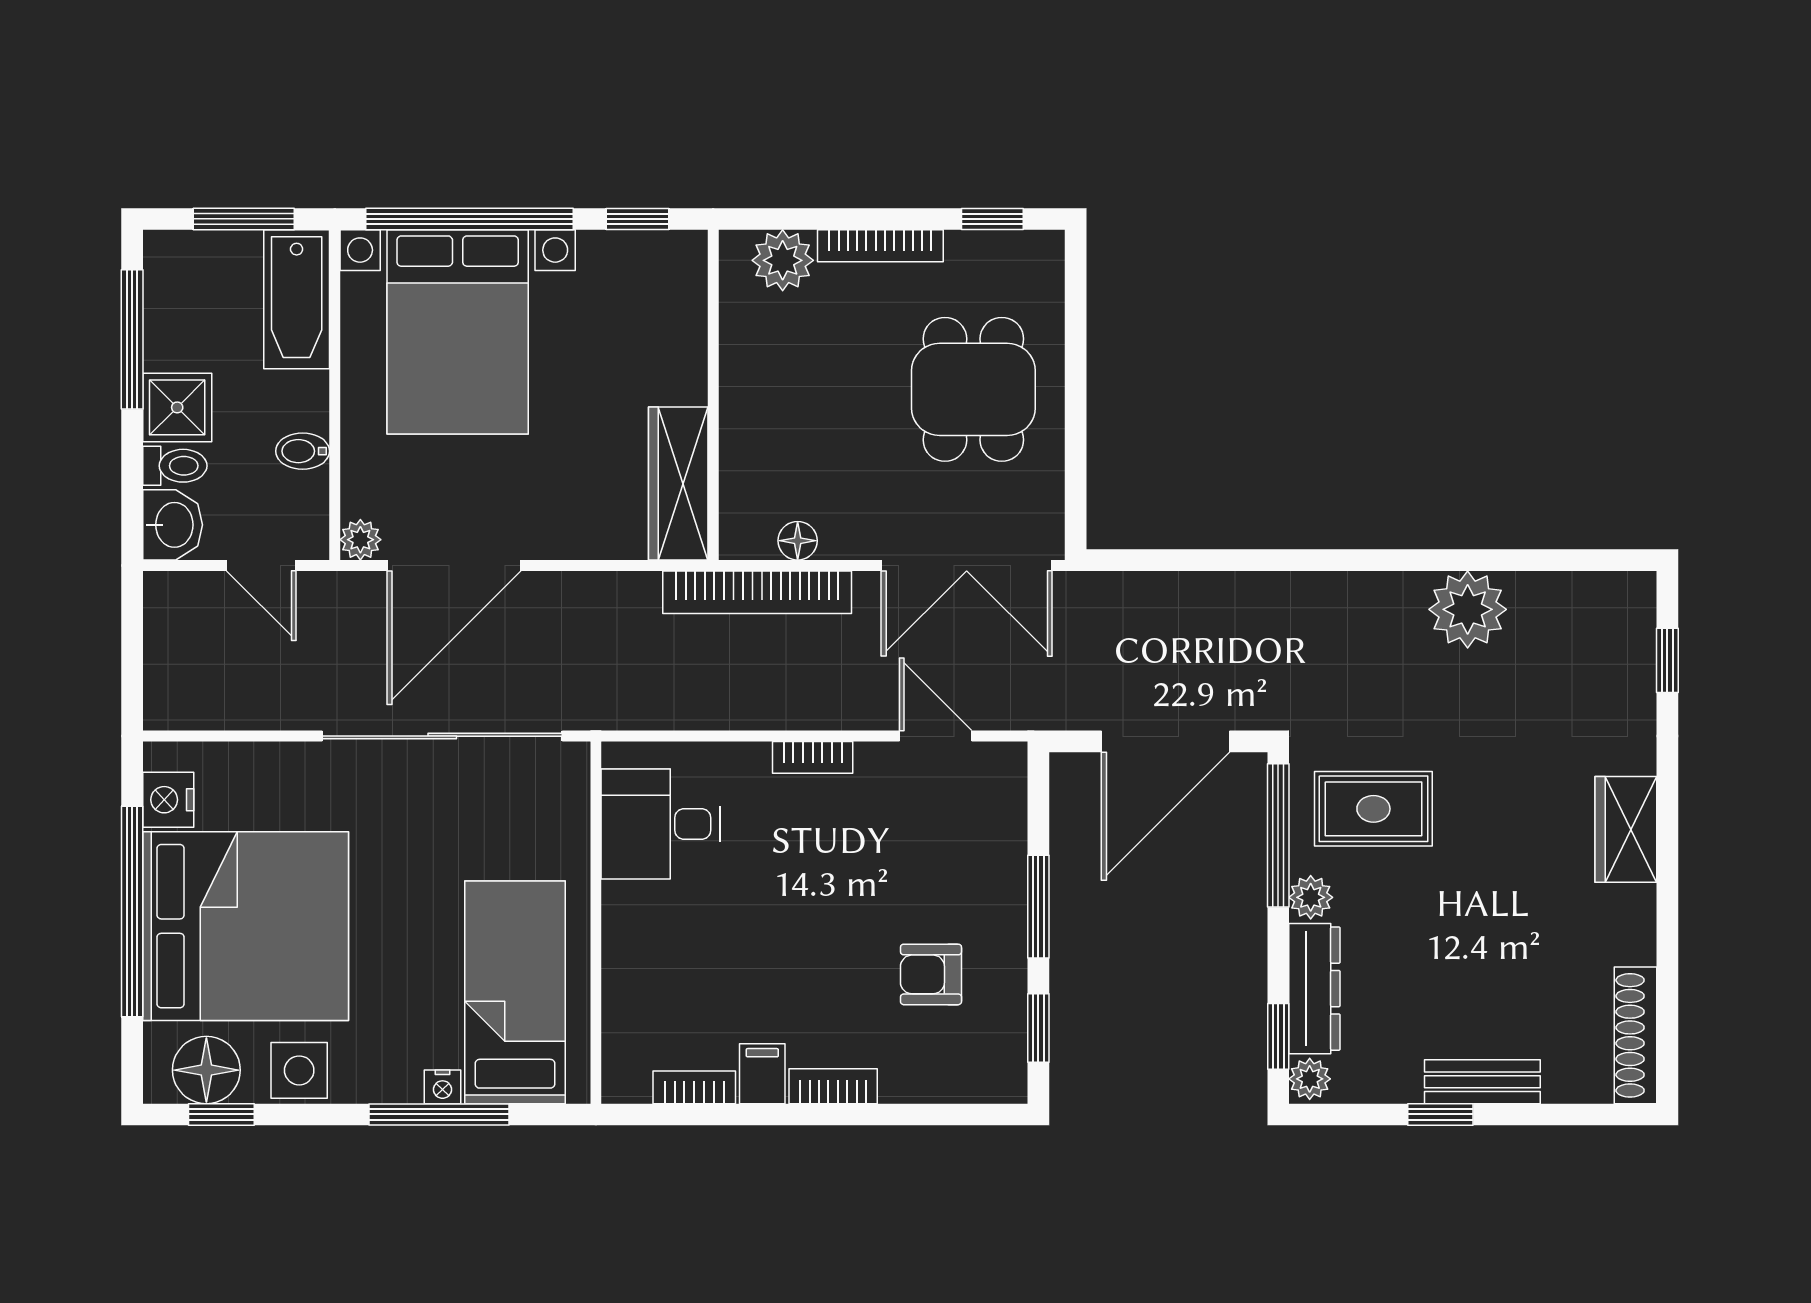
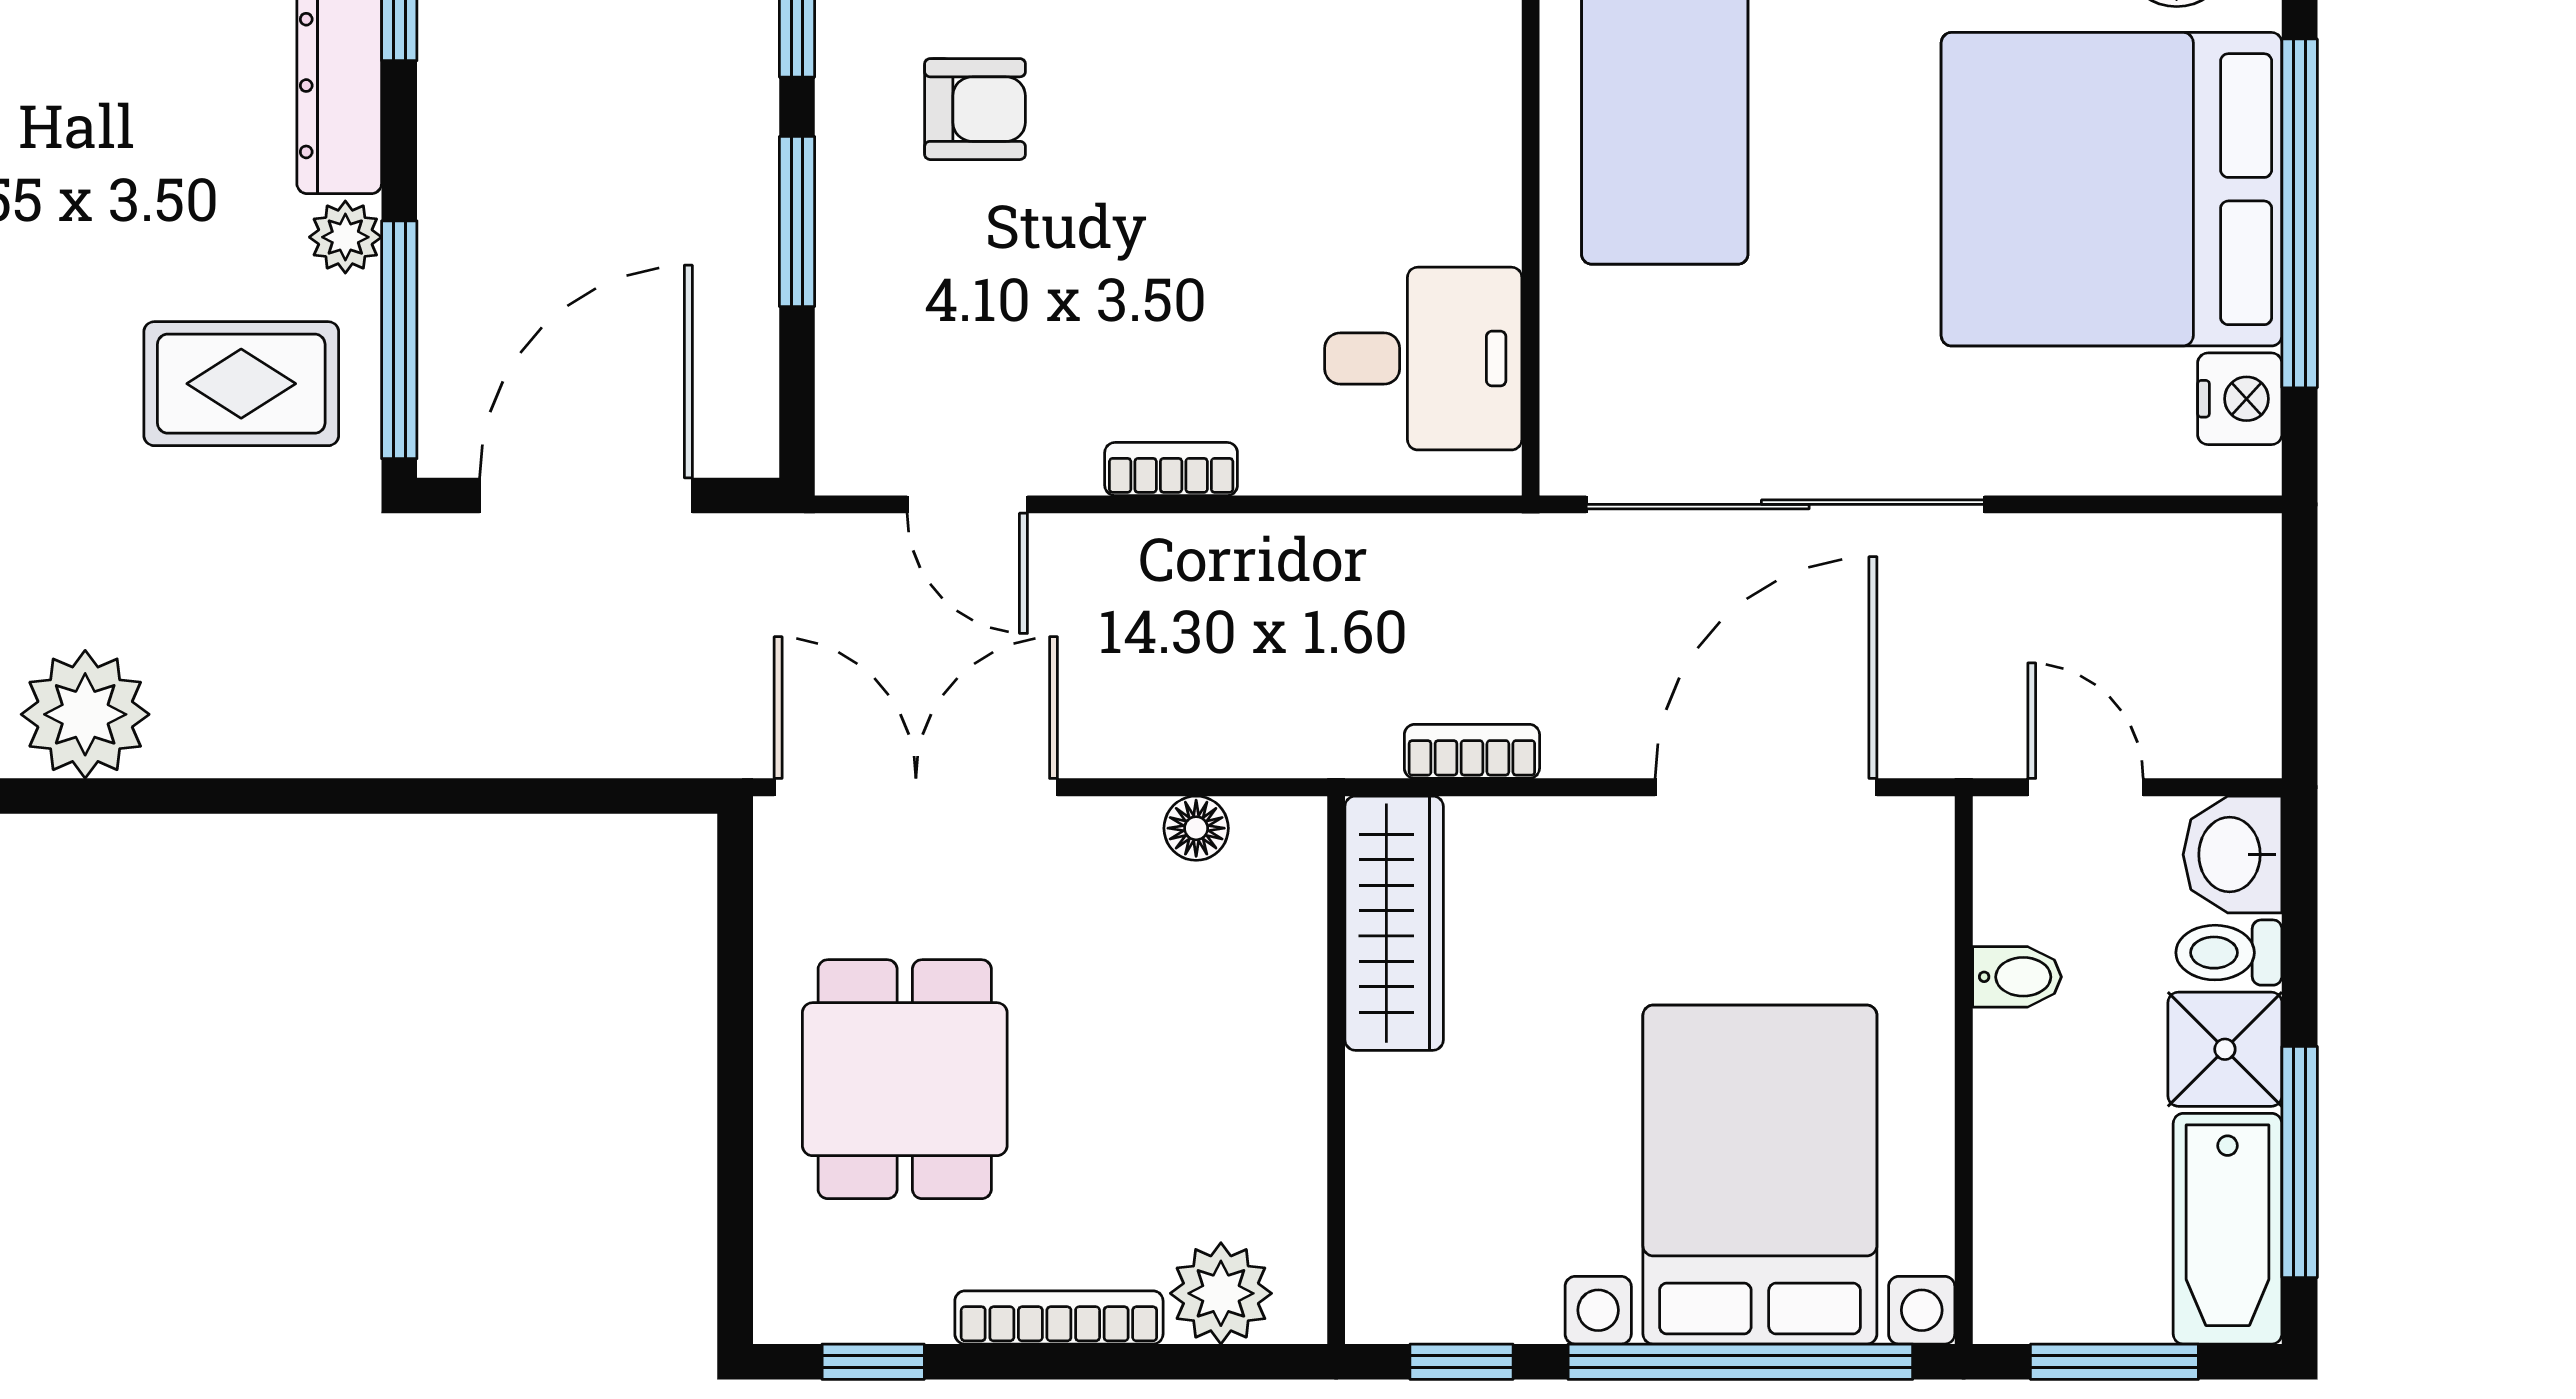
bathtub: (297, 299) -> (2228, 1229), moved, turned 180
plant: (360, 540) -> (1921, 830), removed
bookcase: (757, 592) -> (1472, 751), moved, width x0.43, depth x0.76

